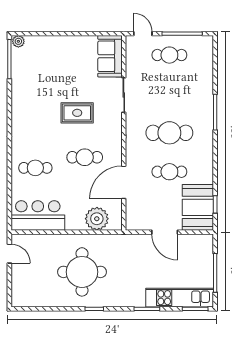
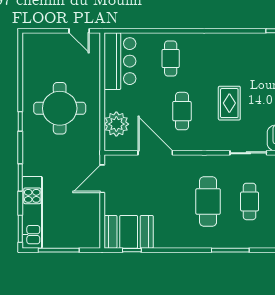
cafe table: (169, 172) -> (250, 201), moved
door: (165, 232) -> (102, 179), moved
door: (9, 254) -> (79, 31), hinge flipped

